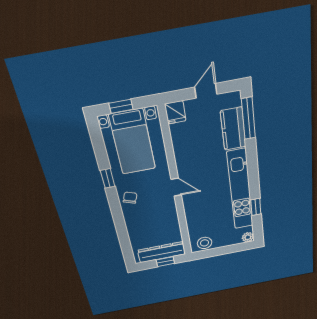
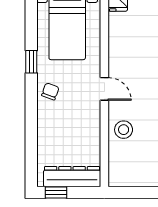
stool: (205, 243) -> (124, 130), moved
window: (165, 262) -> (56, 192), moved

